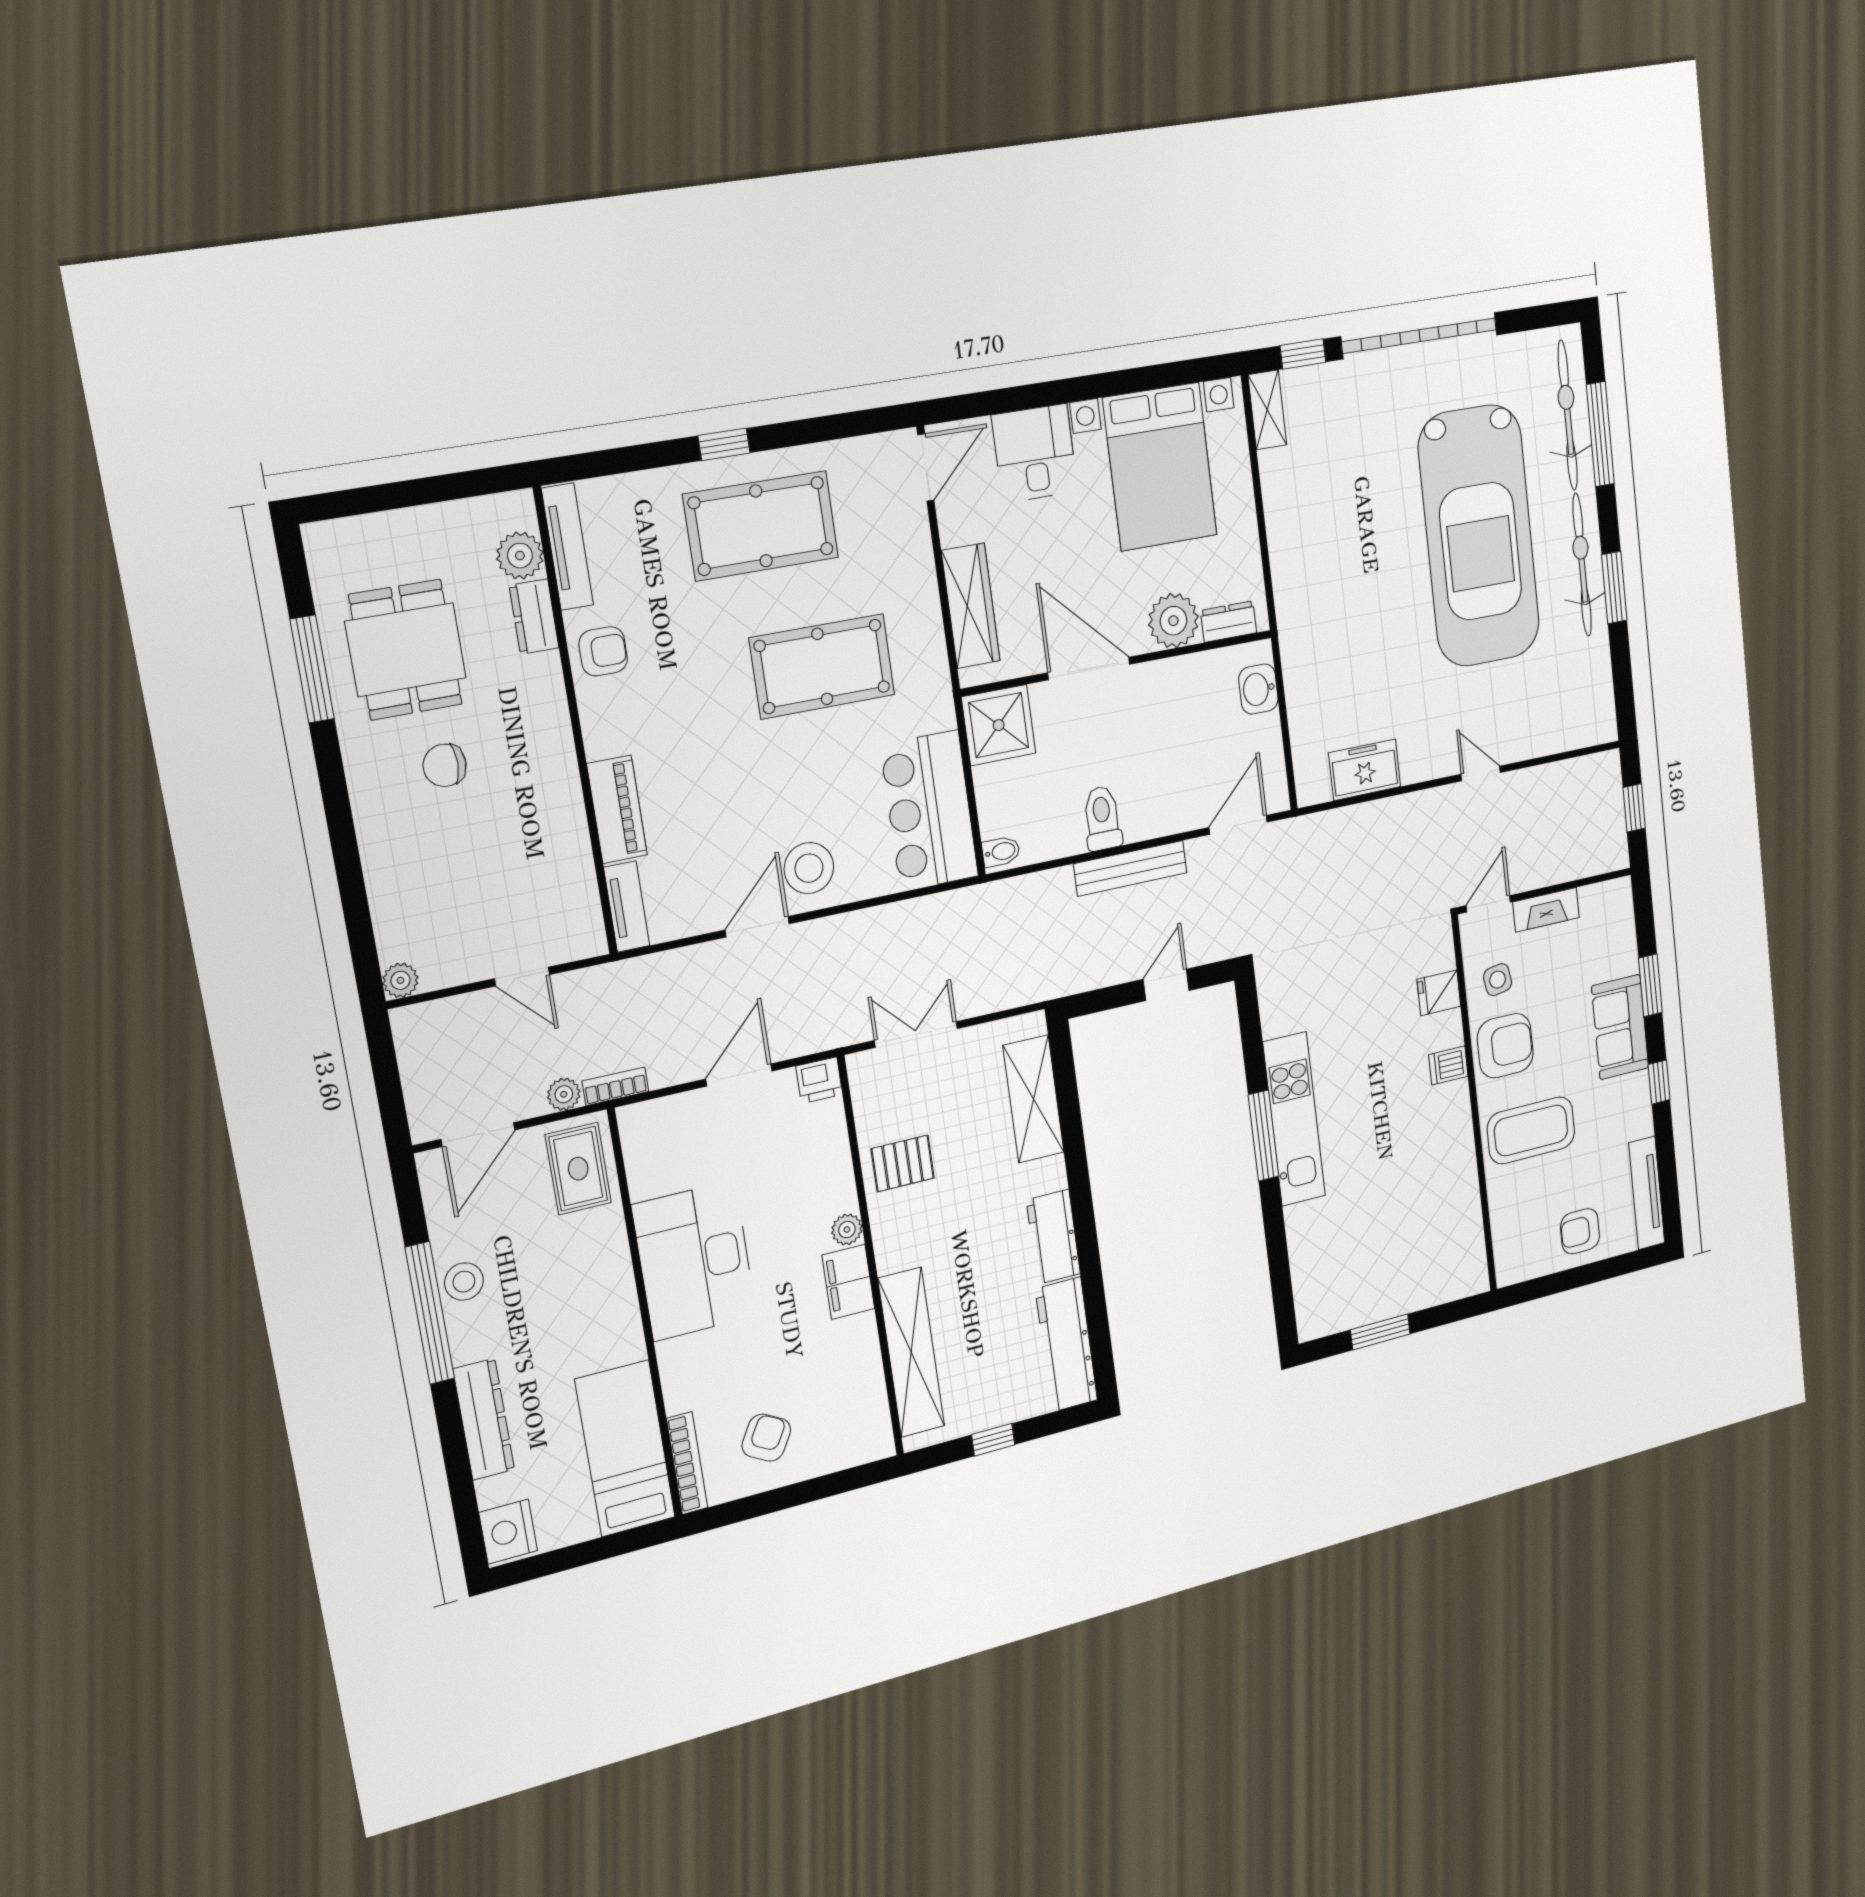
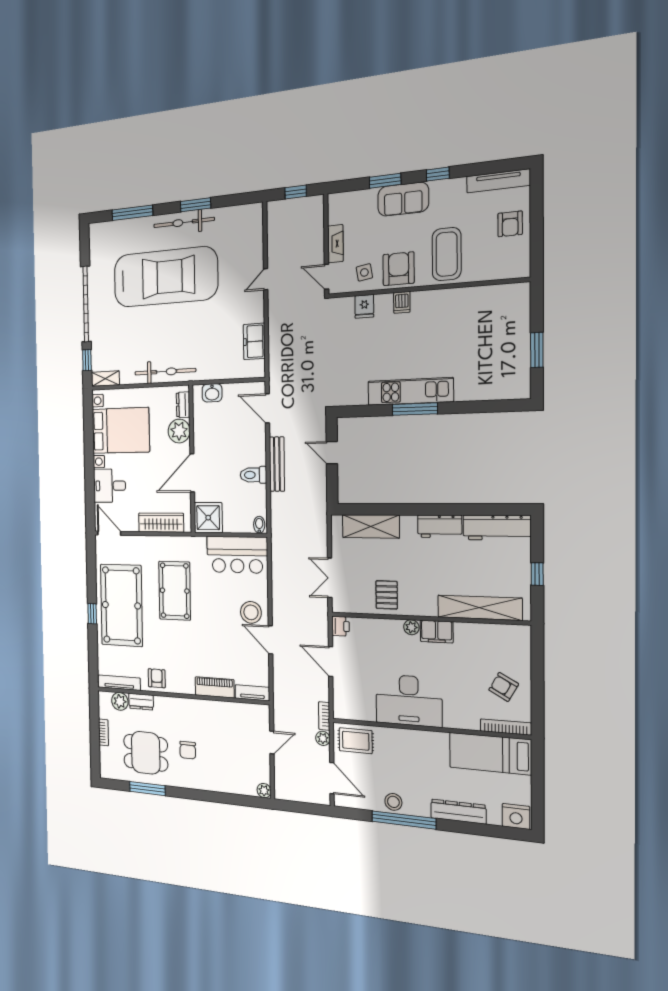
bicycle: (1568, 415) -> (165, 372), moved, turned 180
bookcase: (426, 518) -> (103, 732), added
pool table: (761, 526) -> (121, 605), width x1.36, depth x1.32

